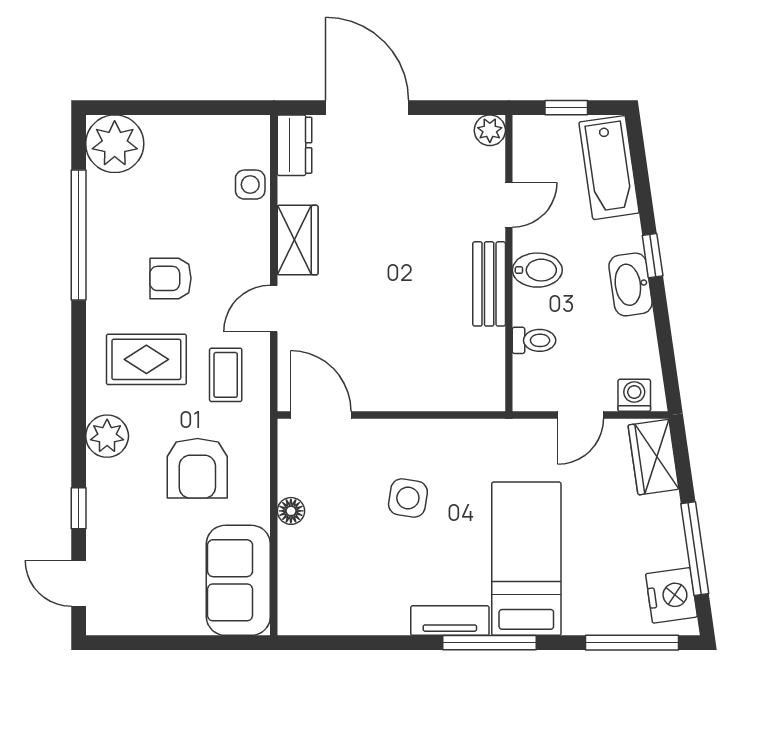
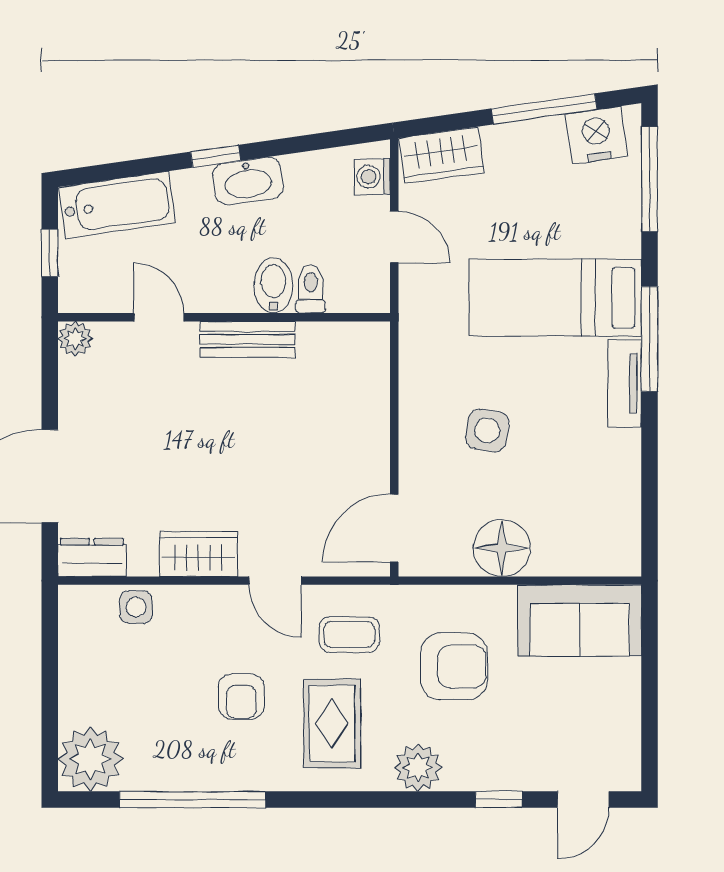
bidet: (537, 270) -> (273, 285), moved
floor lamp: (291, 511) -> (502, 548), width x1.89, depth x1.89

